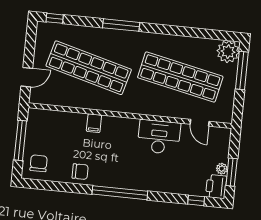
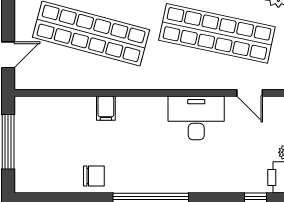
chair: (39, 163) -> (36, 170), removed

